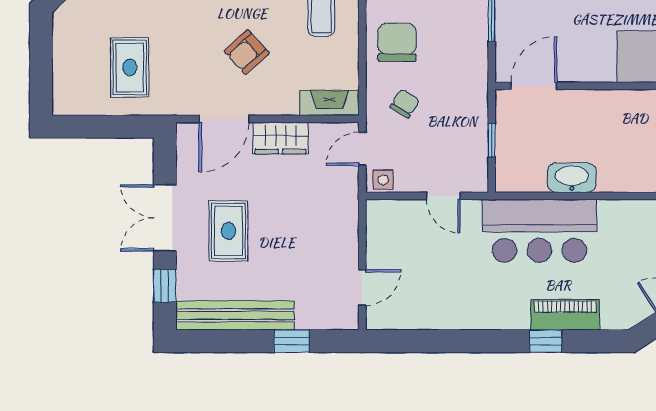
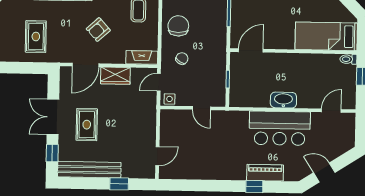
washbasin: (572, 178) -> (283, 100), moved
bar counter: (539, 231) -> (280, 128), moved

